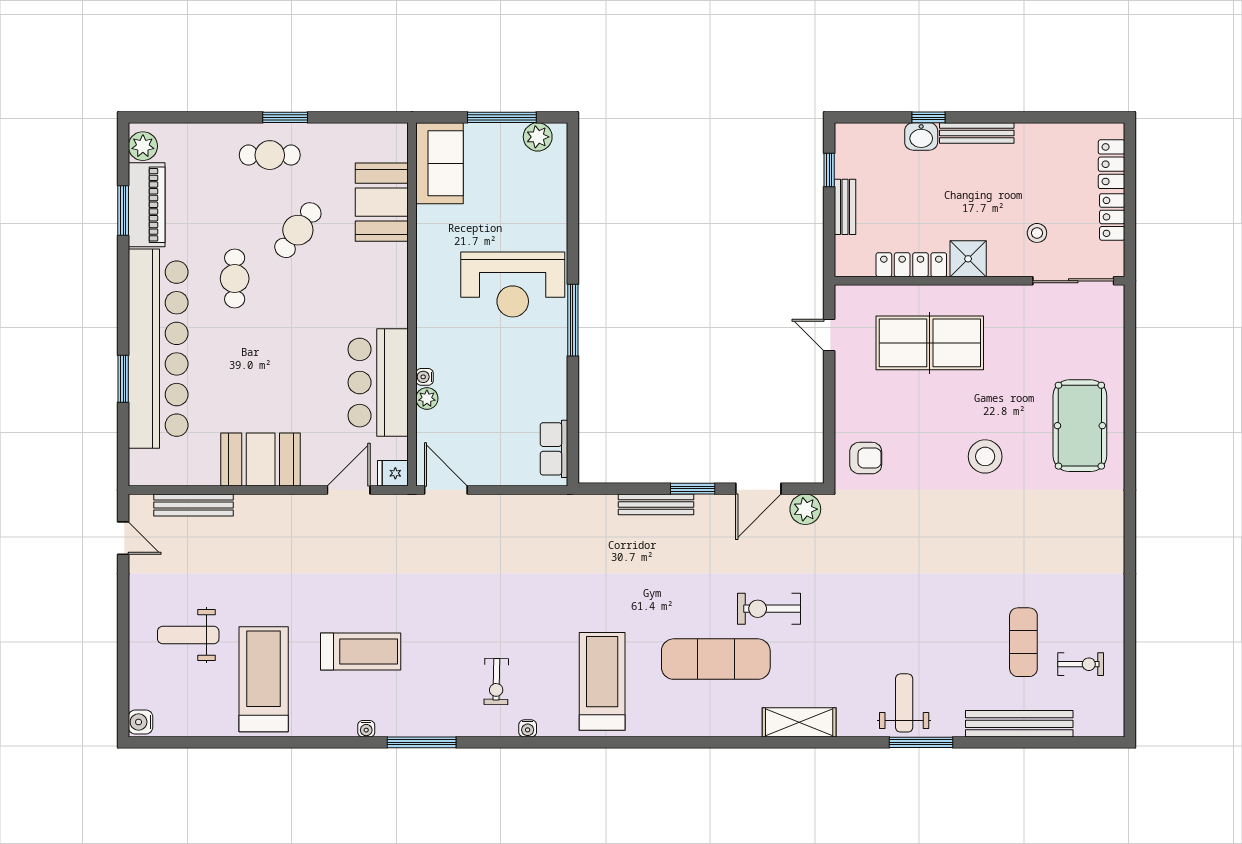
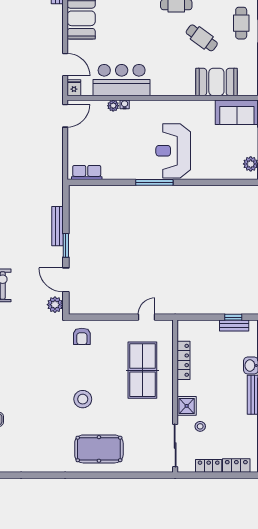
bench: (845, 207) -> (234, 325), moved
shower: (968, 259) -> (187, 406), moved

